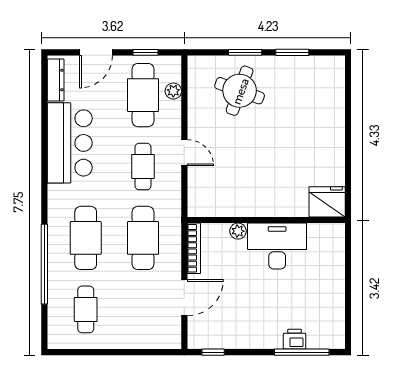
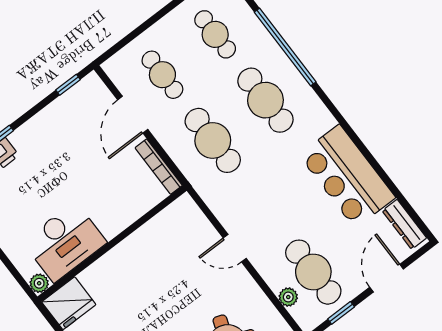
cafe table: (143, 167) -> (162, 75), moved
plant: (238, 231) -> (39, 283), moved
desk: (277, 246) -> (65, 242), moved

